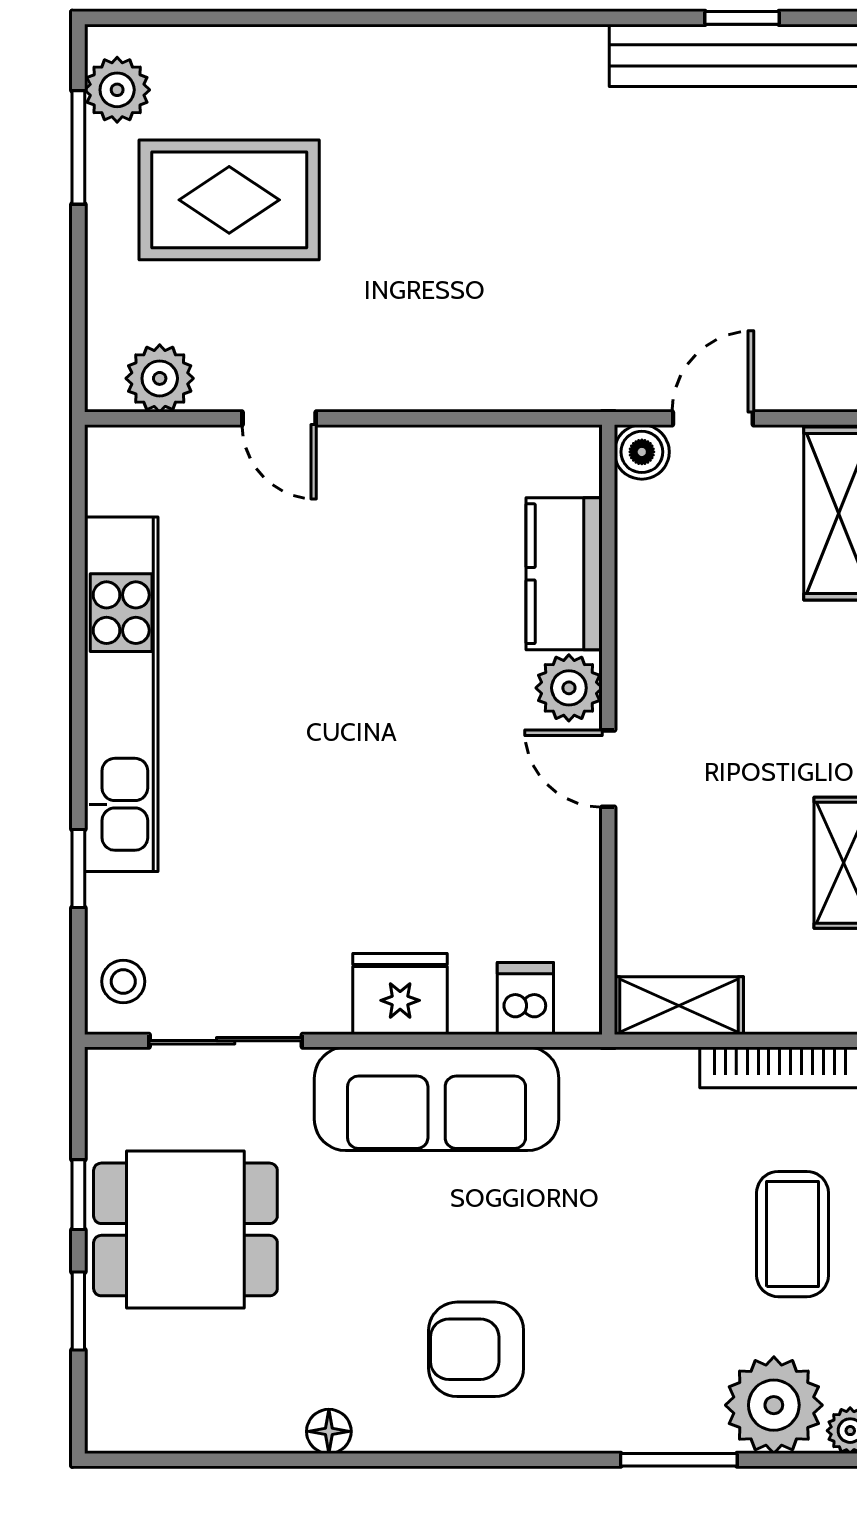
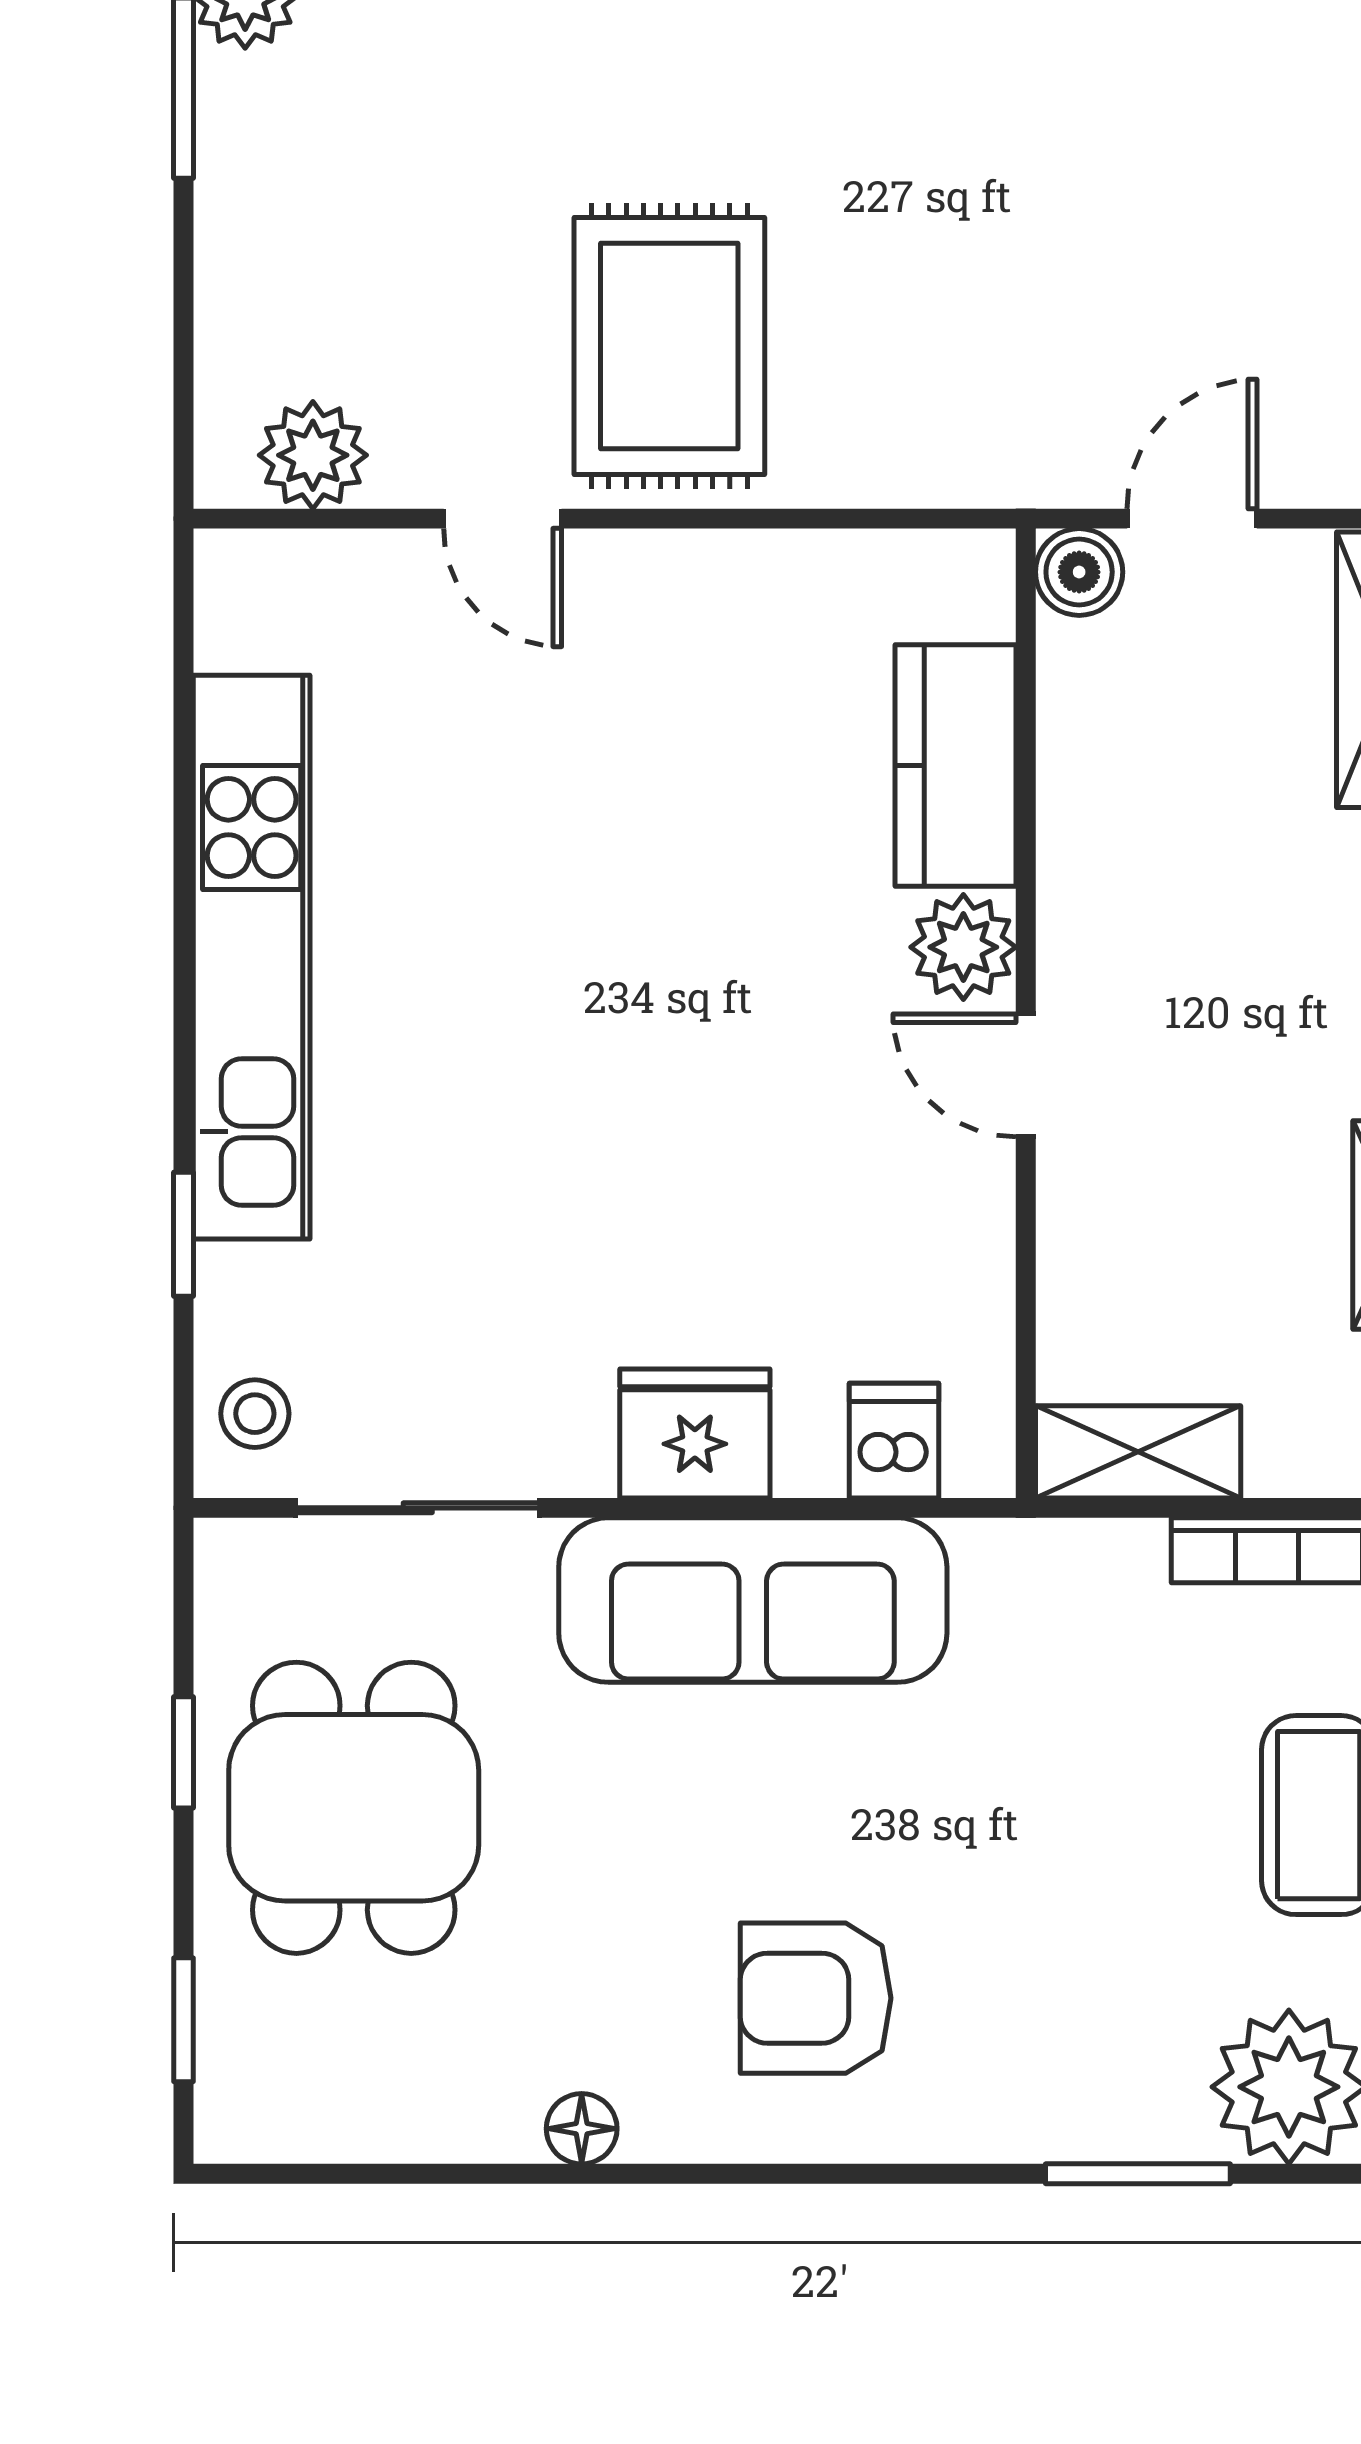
rug: (229, 200) -> (669, 346), moved, turned 90
dining table: (185, 1229) -> (354, 1808), turned 90
window: (78, 1311) -> (184, 2020), moved

